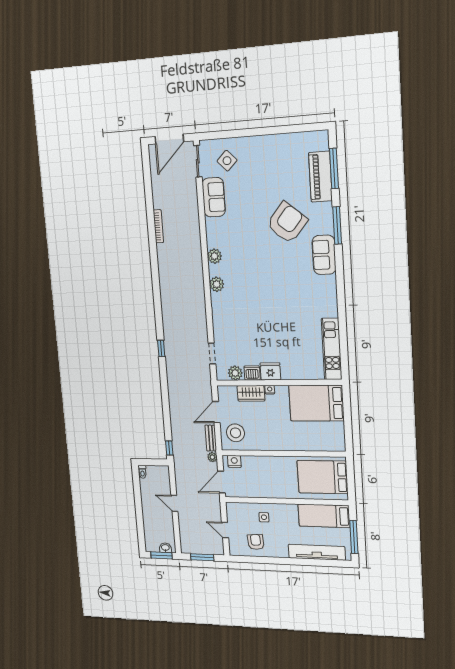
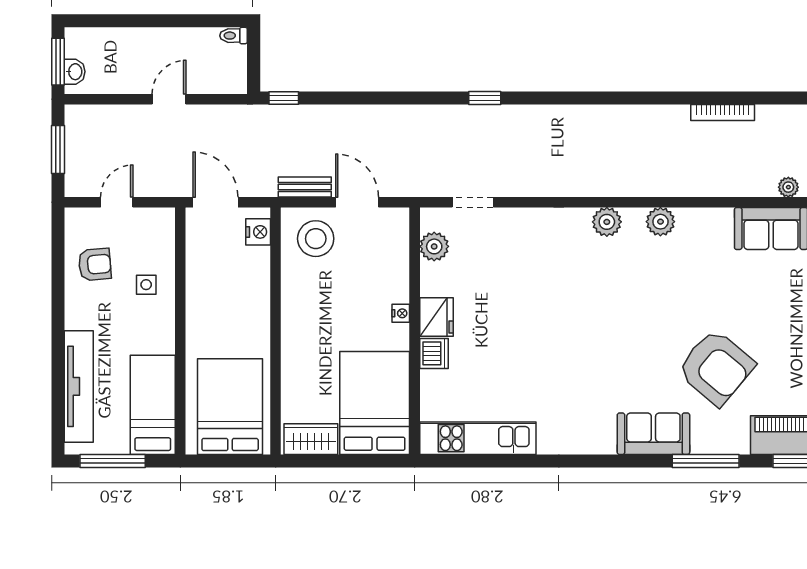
dishwasher: (252, 373) -> (434, 353), moved
wardrobe: (251, 393) -> (311, 439), moved, turned 90
plant: (212, 457) -> (788, 187), moved

